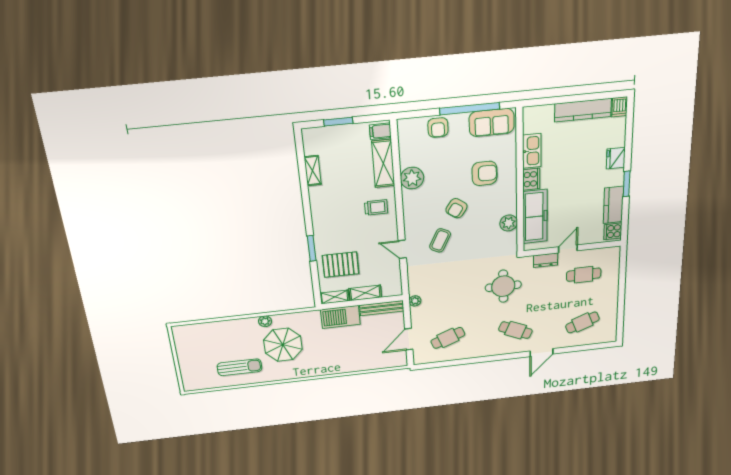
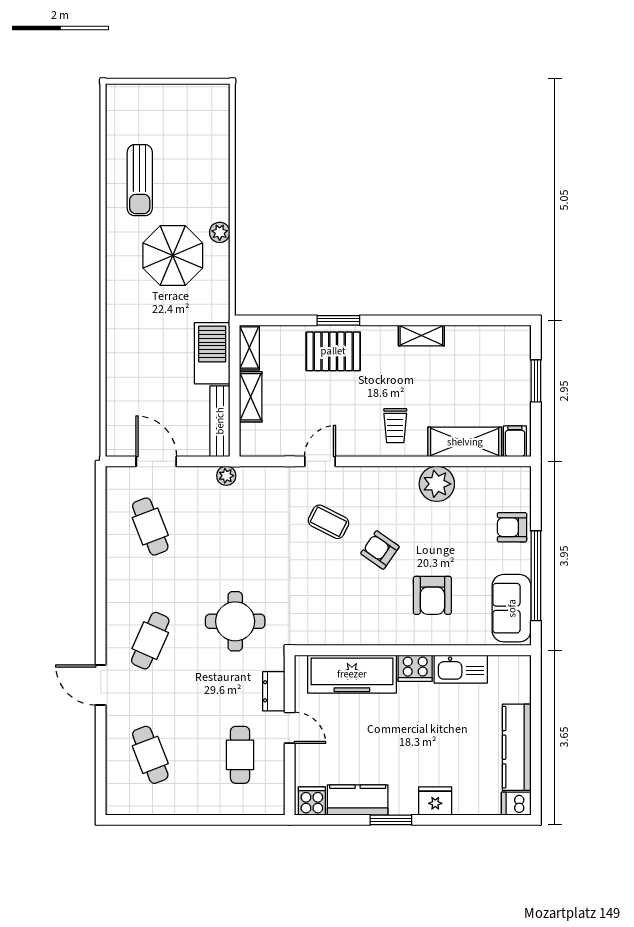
shelving: (313, 171) -> (421, 335), moved
plant: (509, 223) -> (346, 632), removed
pallet: (341, 265) -> (333, 351), moved, turned 90

